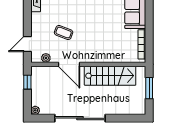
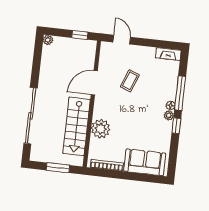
plant: (46, 58) -> (101, 129), moved, width x1.88, depth x1.88
sliding door: (80, 118) -> (31, 116), moved

